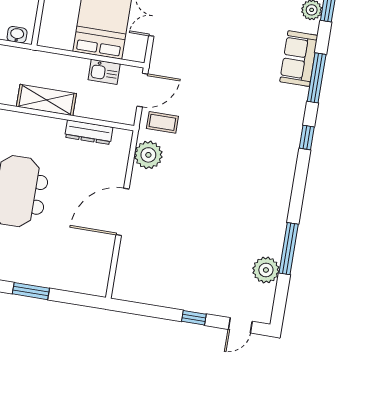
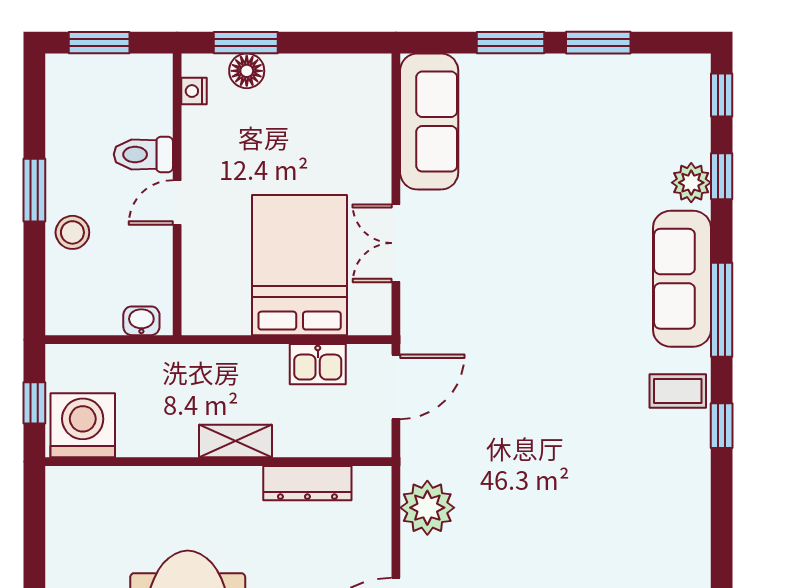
sofa: (299, 59) -> (682, 279), width x1.36
shelving: (46, 100) -> (236, 441), width x0.67, depth x0.75
coffee table: (162, 122) -> (678, 391), moved

